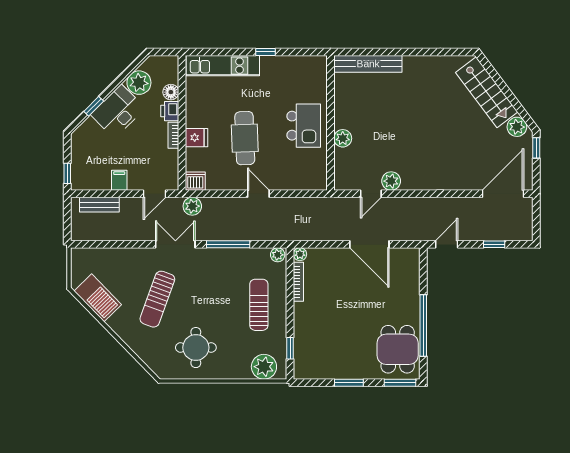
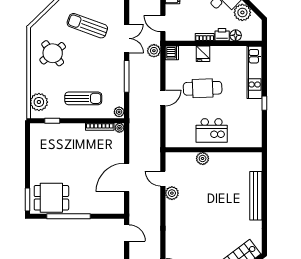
bench: (368, 64) -> (256, 196), moved
round table: (196, 348) -> (53, 53), turned -38
window: (349, 383) -> (27, 163), removed

